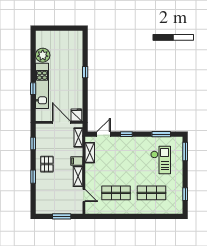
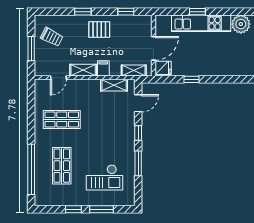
window: (85, 72) -> (192, 79), moved
door: (104, 134) -> (138, 103), hinge flipped
window: (161, 134) -> (138, 163), moved
window: (185, 152) -> (102, 209), moved
shop shelf: (116, 193) -> (62, 119), turned 90
window: (185, 194) -> (73, 209), moved
trolley: (53, 201) -> (52, 37), added
window: (154, 216) -> (31, 169), added

